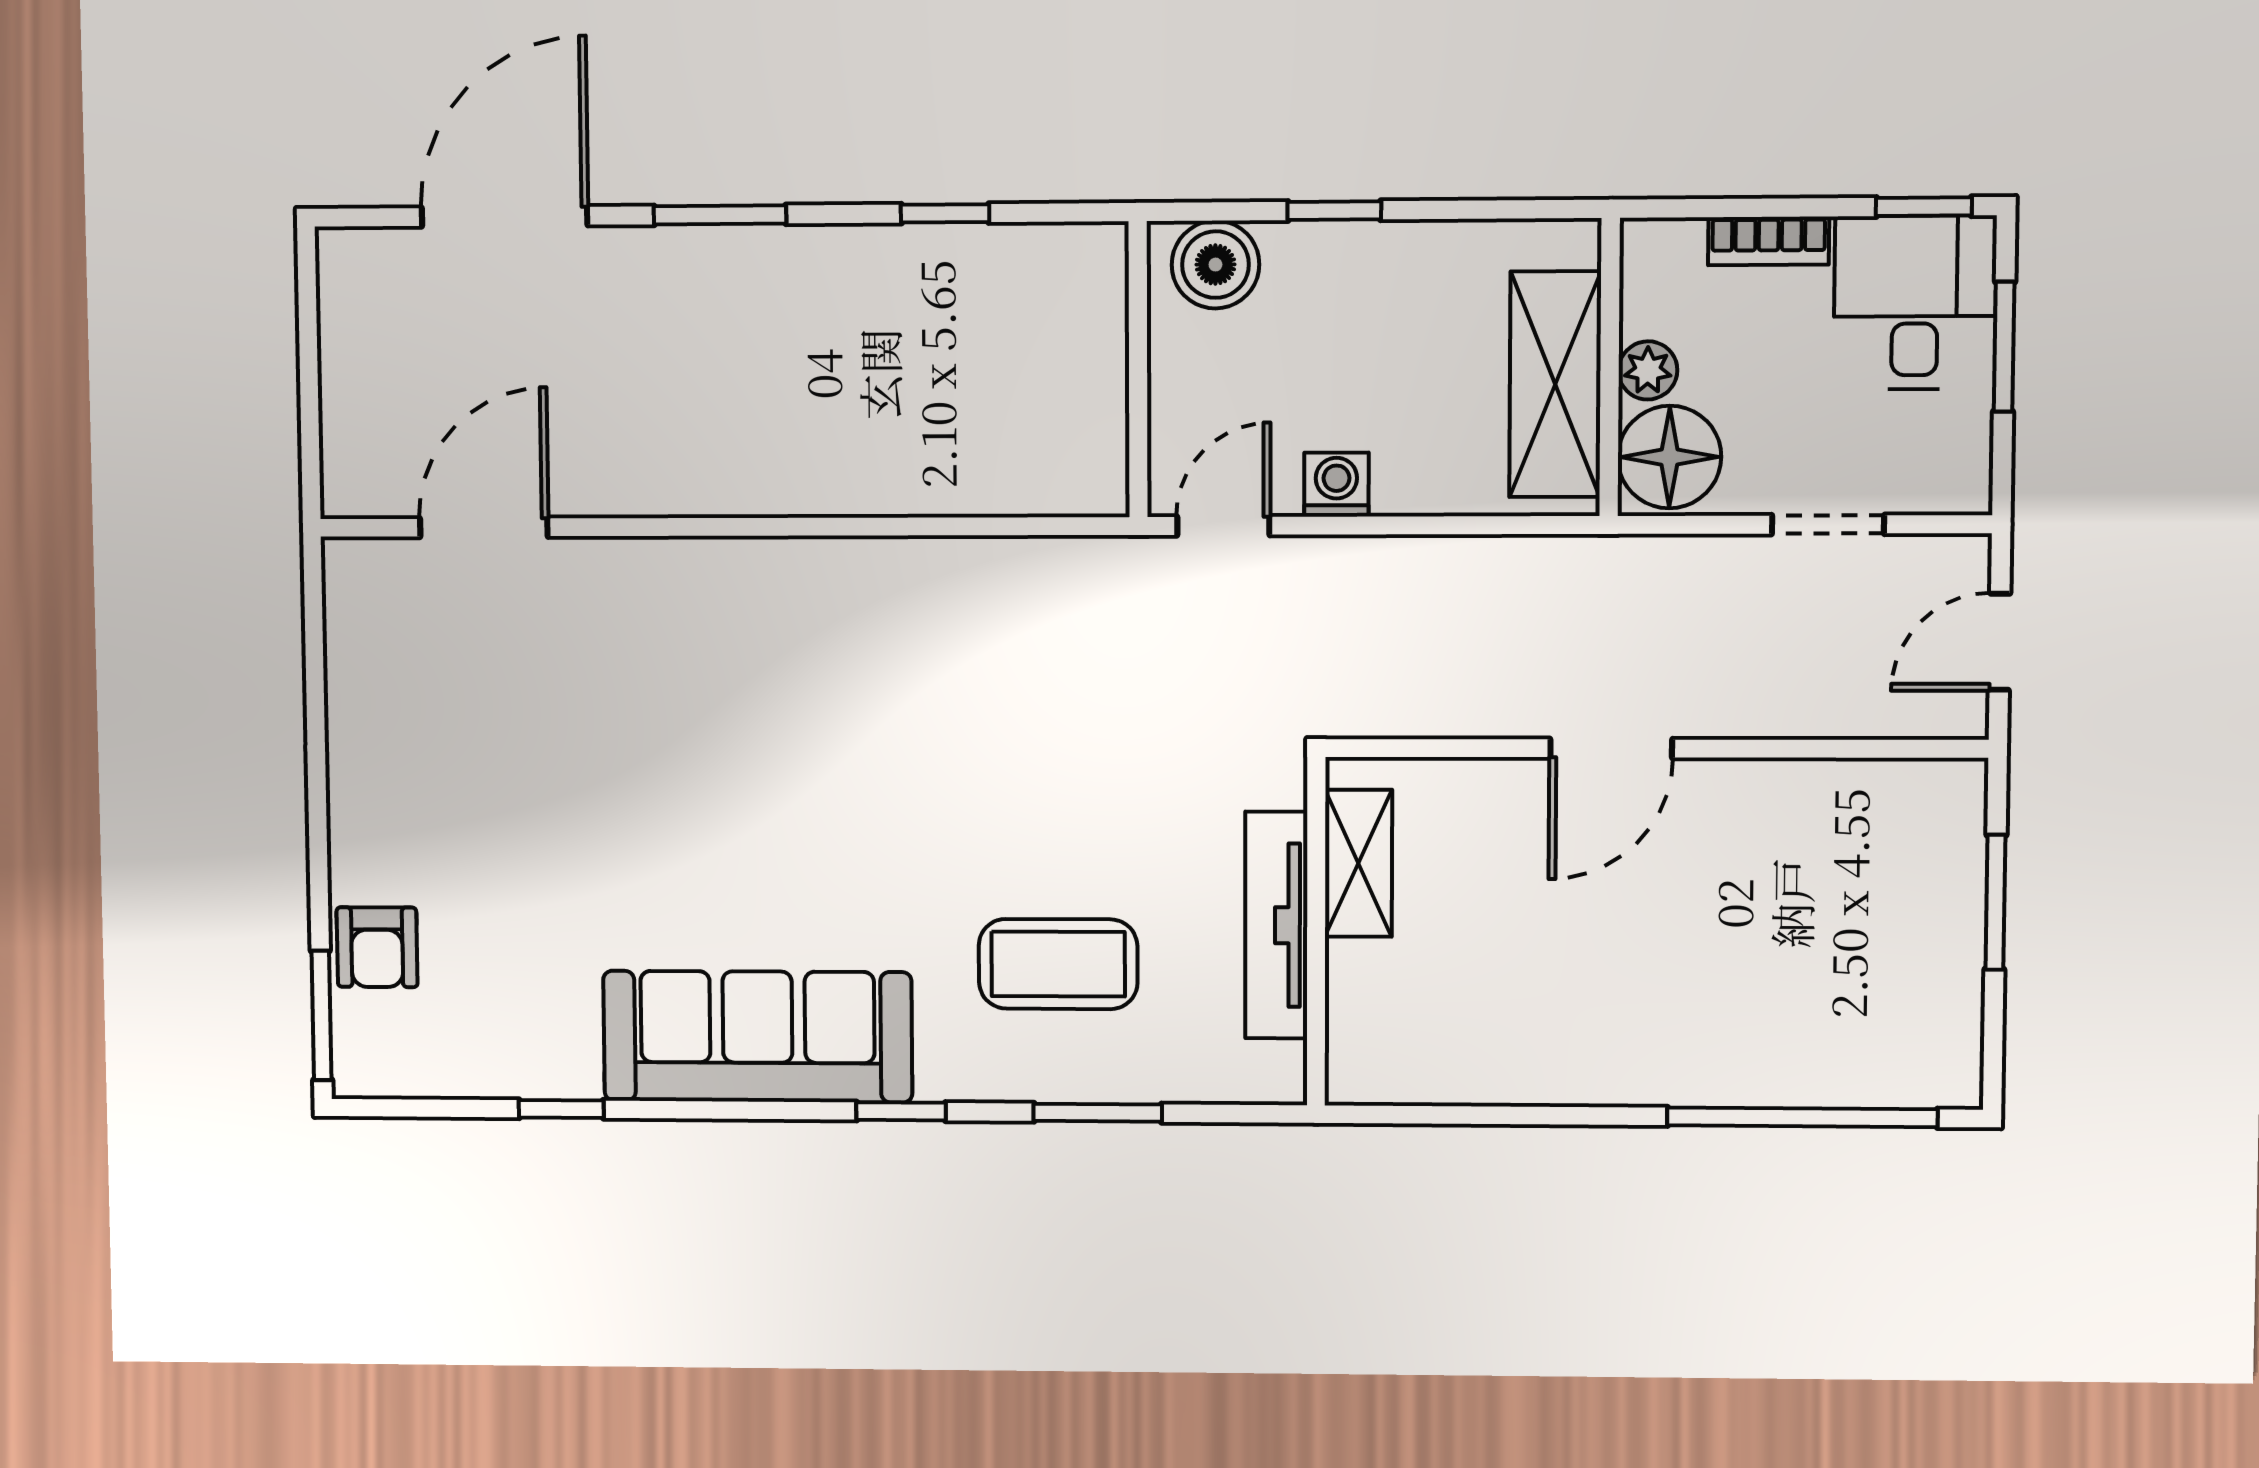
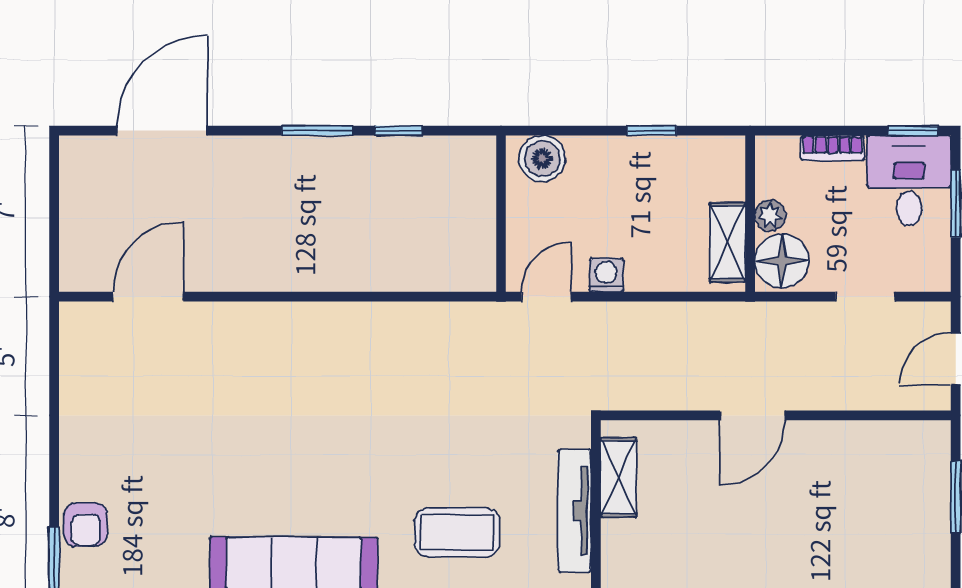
window: (1334, 211) -> (652, 131), moved
window: (720, 215) -> (317, 131), moved
shelving: (1555, 384) -> (728, 242), width x0.67, depth x0.75

